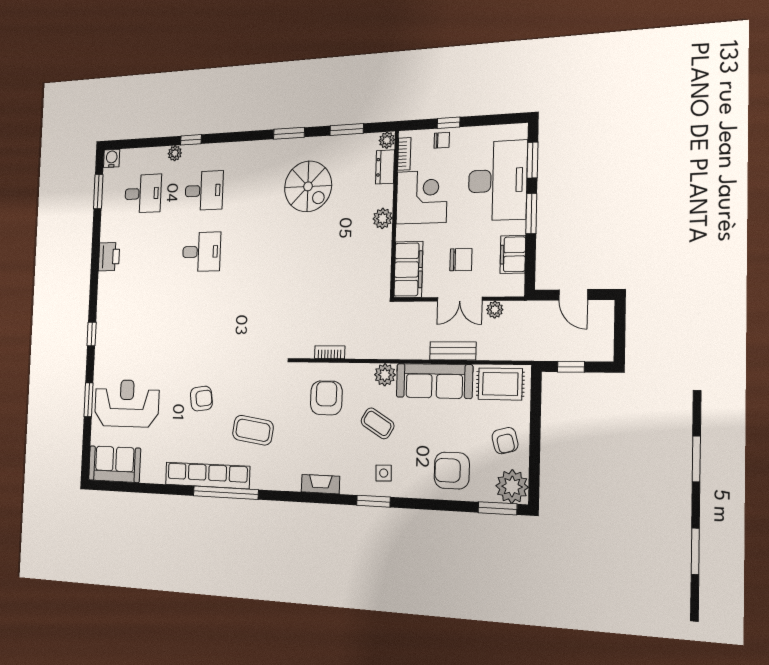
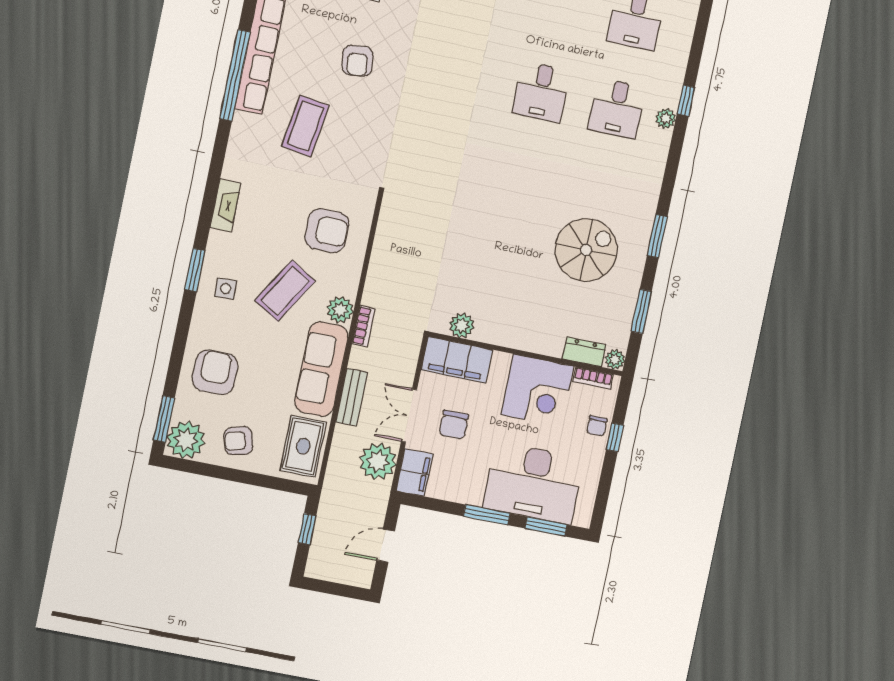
plant: (175, 153) -> (666, 119), moved
spiral stairs: (308, 186) -> (586, 250), turned 180
plant: (383, 218) -> (462, 326), moved
filing cabinet: (513, 254) -> (414, 472), moved, turned 90
plant: (495, 310) -> (378, 461), width x1.87, depth x1.87
bookcase: (330, 352) -> (364, 326), moved
coffee table: (378, 423) -> (285, 291), width x1.36, depth x1.30

